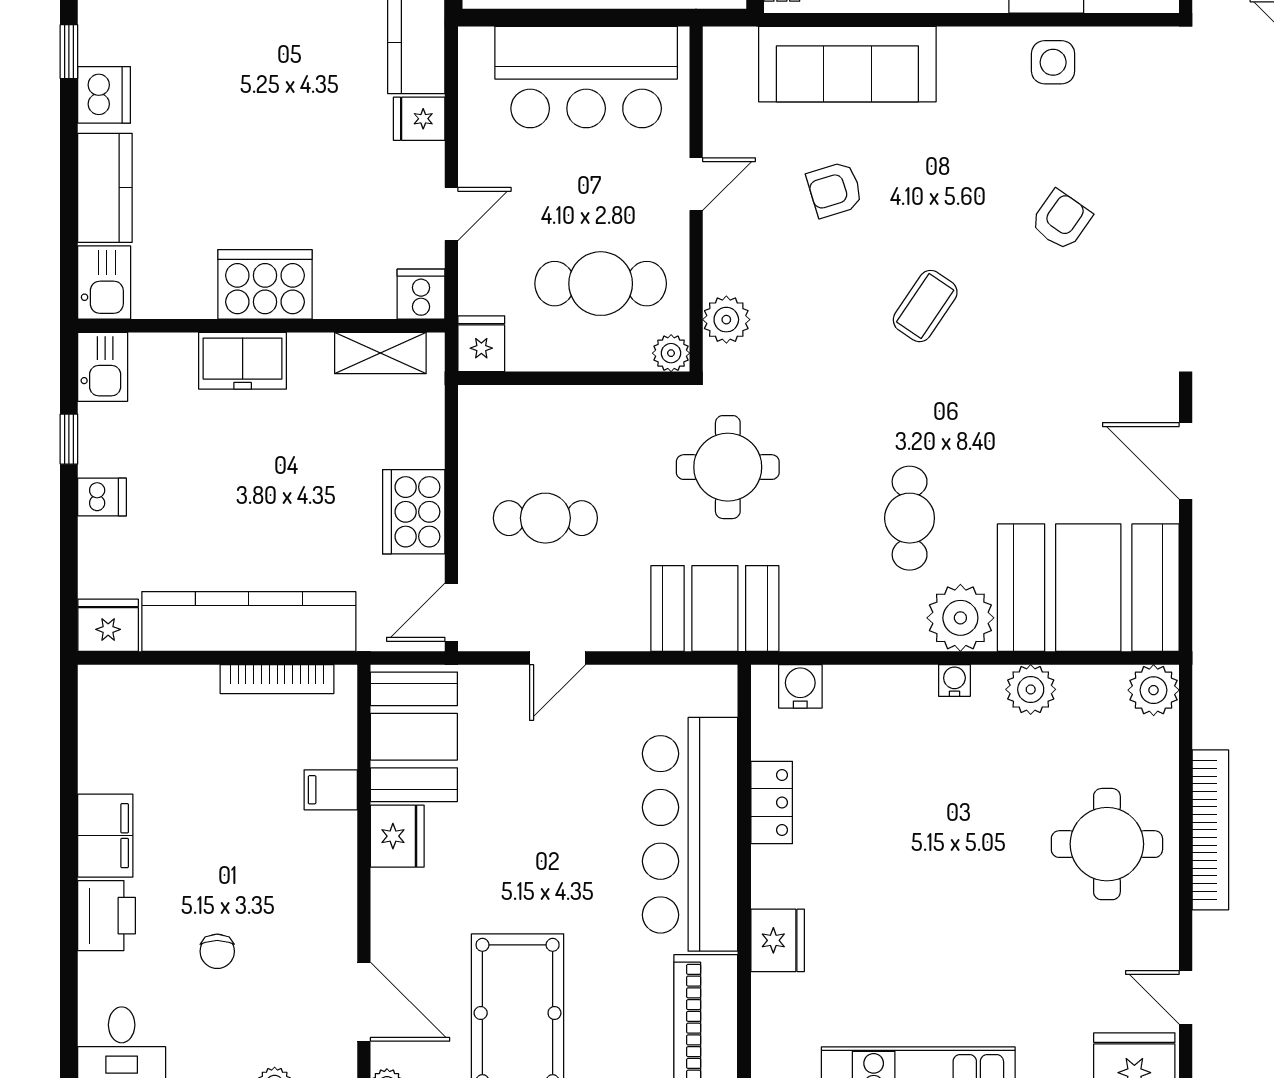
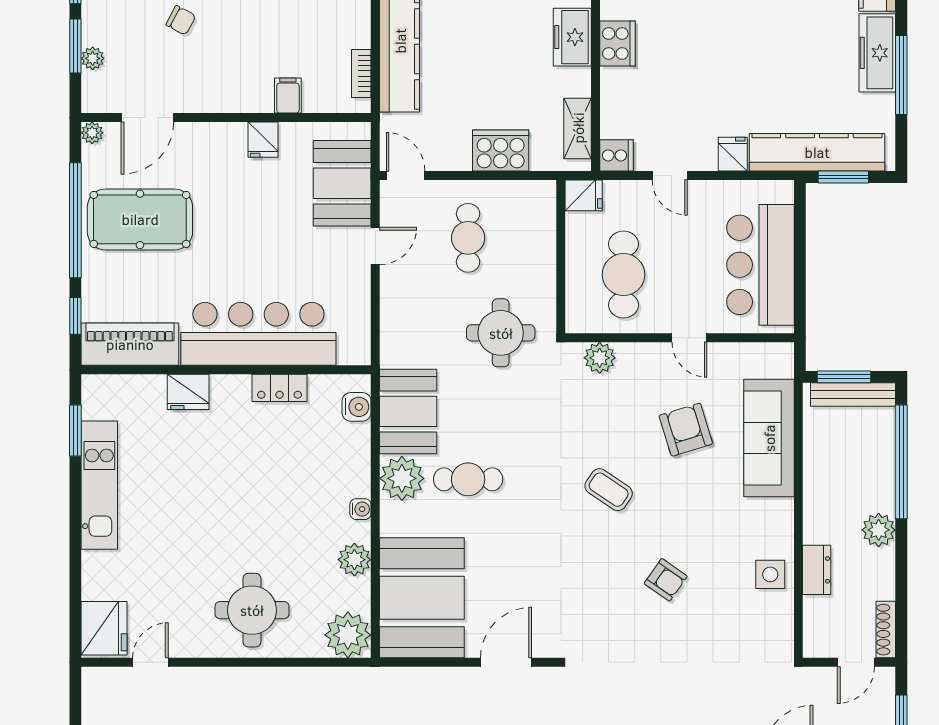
armchair: (835, 190) -> (686, 430), width x1.38, depth x1.38
cooker: (265, 284) -> (617, 44), width x0.73, depth x0.76
plant: (671, 353) -> (577, 321), removed
round table: (728, 467) -> (501, 333), moved
cooker: (414, 512) -> (501, 151), moved
booth: (715, 609) -> (408, 411), moved
plant: (960, 618) -> (402, 478), moved
door: (558, 658) -> (375, 246), swing flipped
bookcase: (277, 679) -> (361, 74), width x0.64
plant: (1154, 690) -> (348, 635), width x1.36, depth x1.36
booth: (414, 737) -> (342, 183), moved, turned 90
bookcase: (1210, 830) -> (261, 679), removed
fridge: (397, 836) -> (263, 140), width x0.72
chair: (217, 951) -> (181, 20), turned -152

